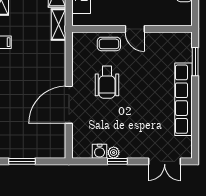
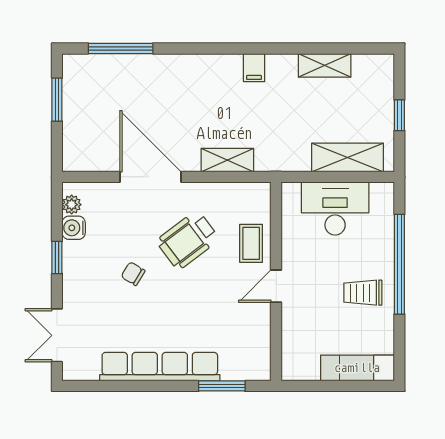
shelving: (59, 24) -> (227, 160), moved
wheelchair: (107, 82) -> (188, 240), turned -37
chair: (127, 115) -> (133, 274), added
plant: (114, 152) -> (72, 205), moved

